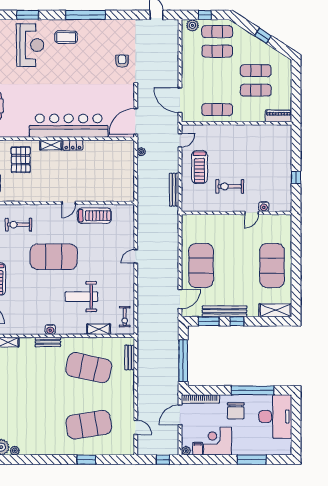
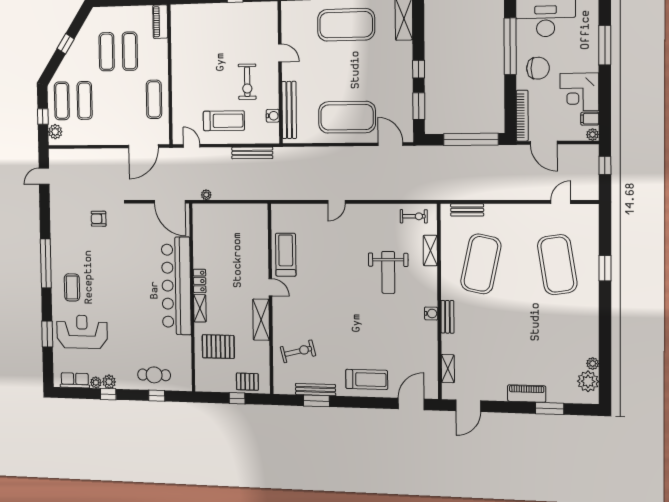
shelving: (43, 195) -> (261, 320), added
water cooler: (264, 207) -> (273, 116), moved
exercise bike: (18, 225) -> (298, 351), turned -104
door: (136, 256) -> (336, 202), hinge flipped
exercise mat: (54, 257) -> (338, 307), removed
bench: (225, 311) -> (289, 110), moved

